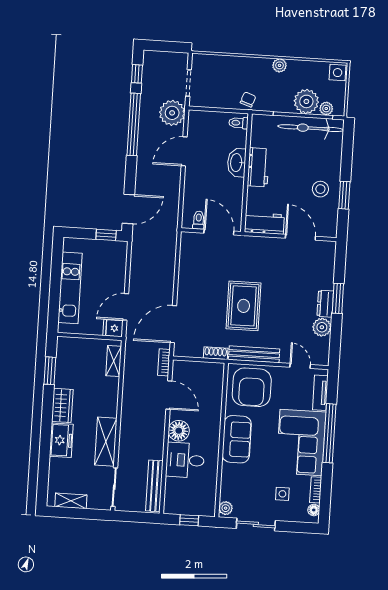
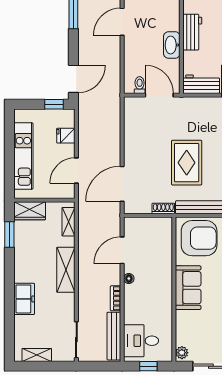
washbasin: (237, 163) -> (172, 45), moved
fridge: (113, 328) -> (66, 136), moved
bookcase: (164, 362) -> (116, 298), moved
armchair: (252, 387) -> (199, 238), turned -90
door: (169, 395) -> (122, 250), swing flipped
wardrobe: (62, 405) -> (30, 211), moved, turned 90
floor lamp: (179, 431) -> (129, 278), width x0.53, depth x0.53
shelving: (106, 442) -> (66, 270), moved
desk: (185, 460) -> (141, 341), moved

